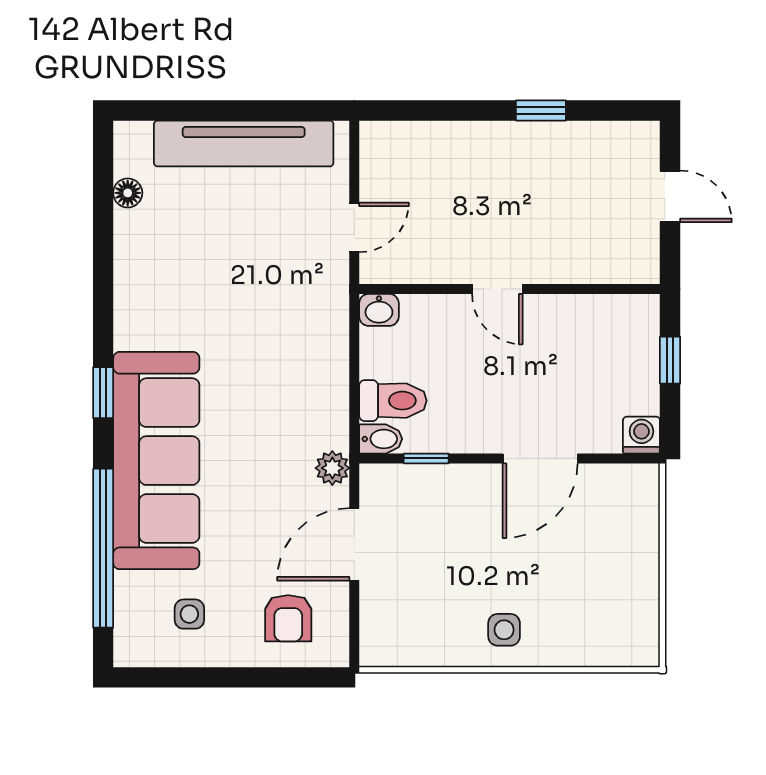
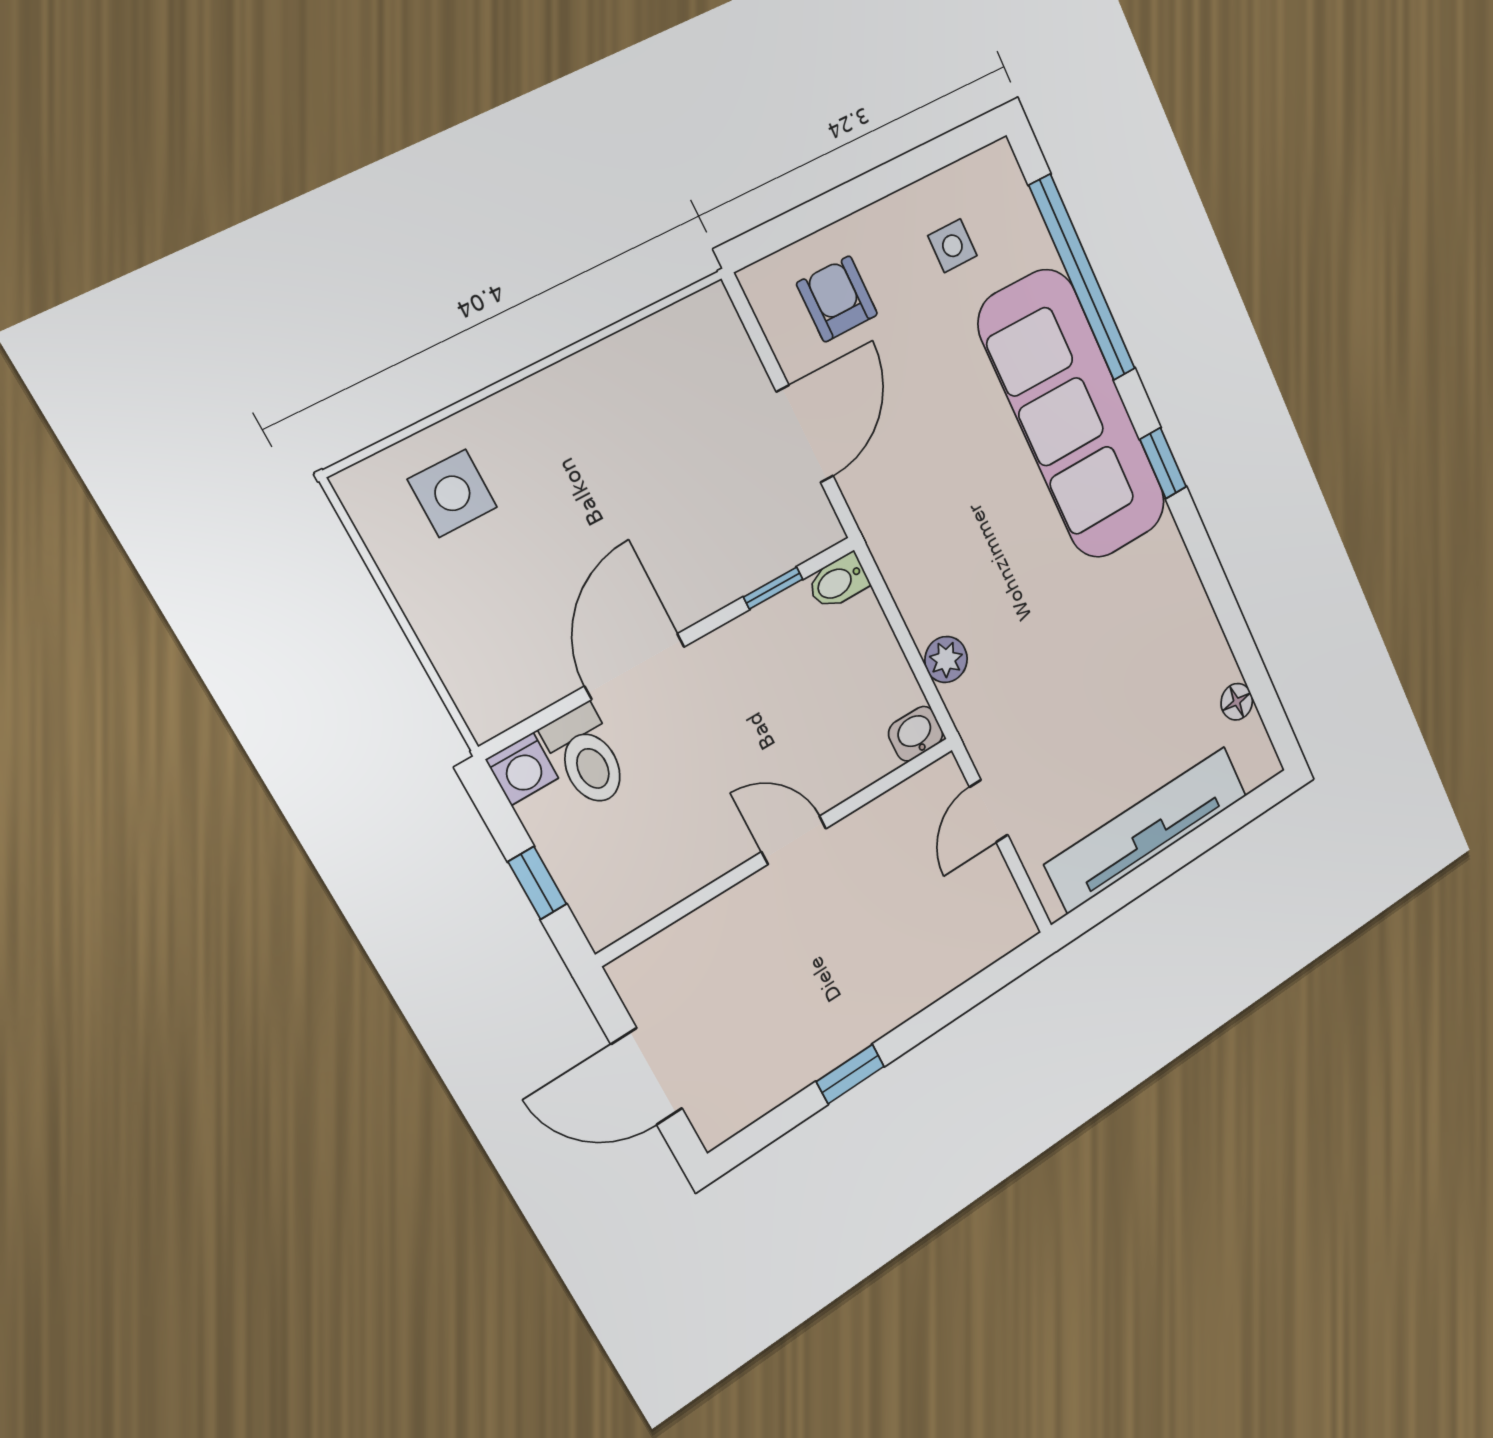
door: (670, 196) -> (647, 1076), width x1.38
toilet: (393, 401) -> (587, 757), moved, turned -90
plant: (332, 468) -> (946, 659), moved
side table: (504, 630) -> (452, 493), moved, width x1.37, depth x1.37

